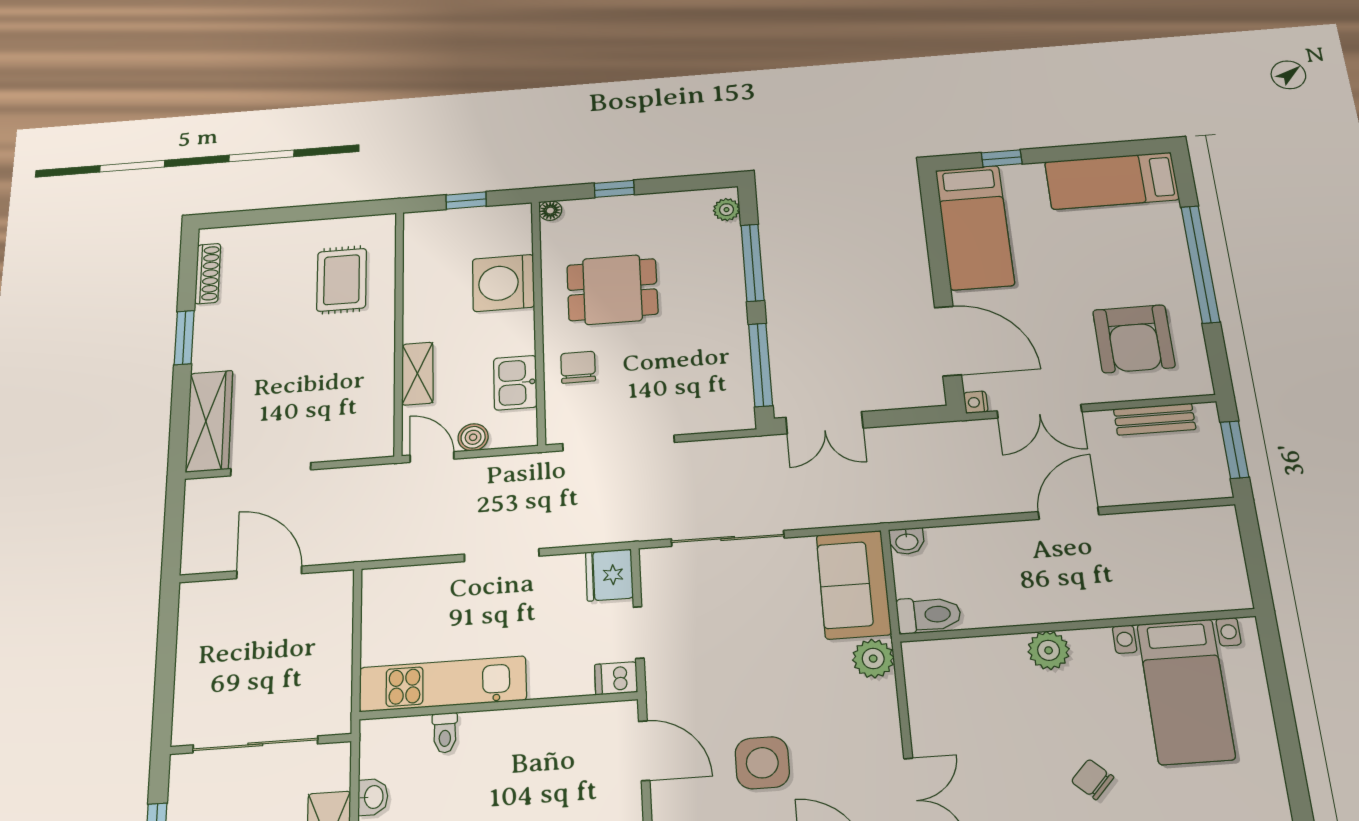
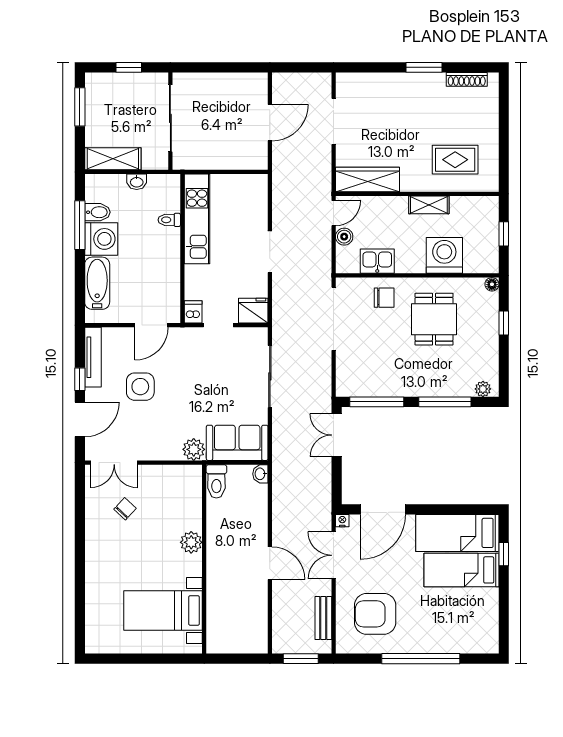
bed: (1112, 181) -> (461, 570), moved, turned -90
shelving: (417, 374) -> (429, 205), moved
wardrobe: (209, 421) -> (368, 180), moved, turned 180
chair: (1092, 779) -> (125, 509), moved

